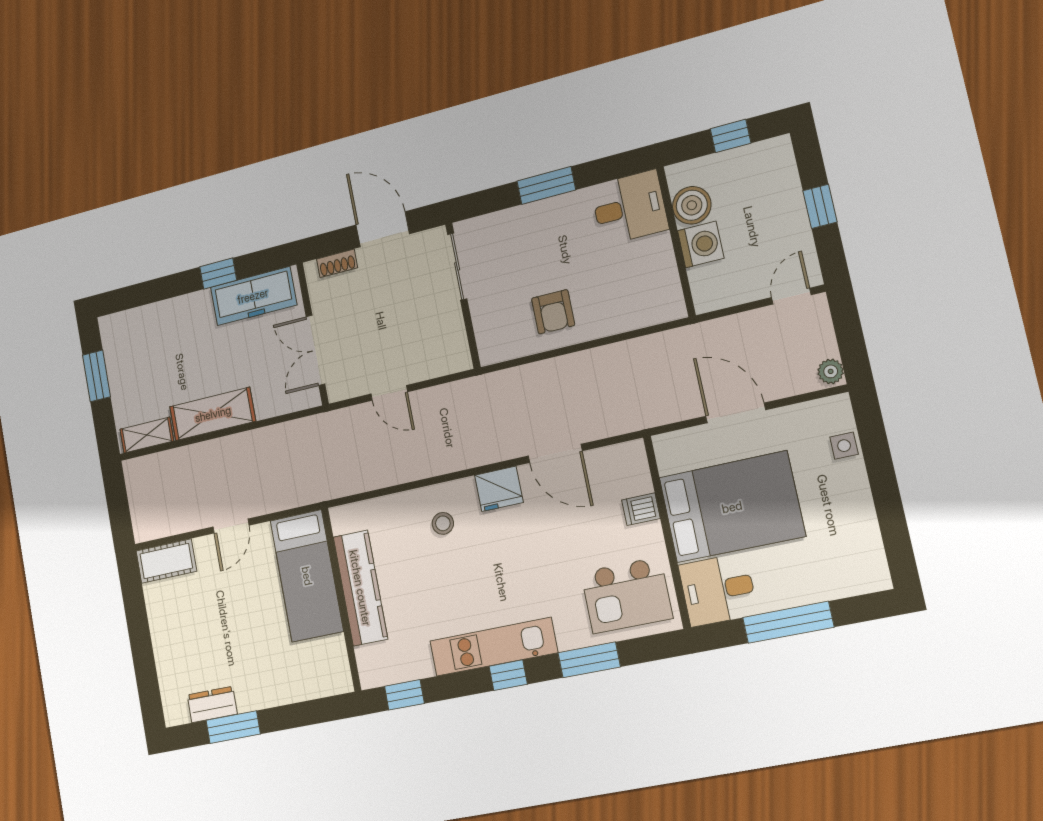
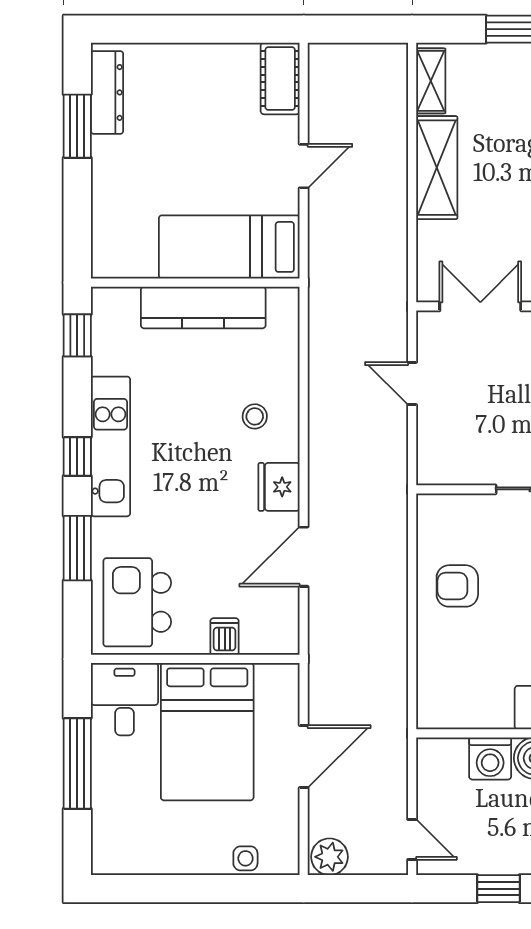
plant: (831, 371) -> (330, 857), width x1.38, depth x1.38
door: (389, 393) -> (412, 384), hinge flipped
door: (231, 526) -> (304, 166), swing flipped
dresser: (212, 704) -> (107, 92), width x1.44

